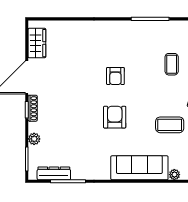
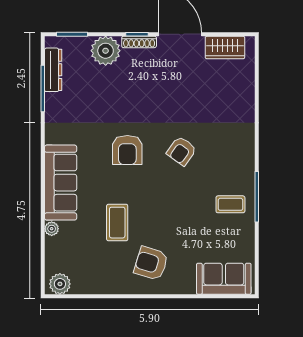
coffee table: (172, 64) -> (230, 204), moved
armchair: (115, 76) -> (182, 151), turned -54
armchair: (115, 117) -> (127, 150), turned 90
plant: (34, 139) -> (106, 51), width x1.87, depth x1.87

